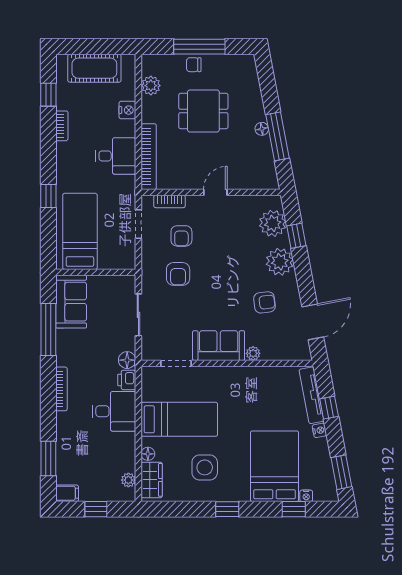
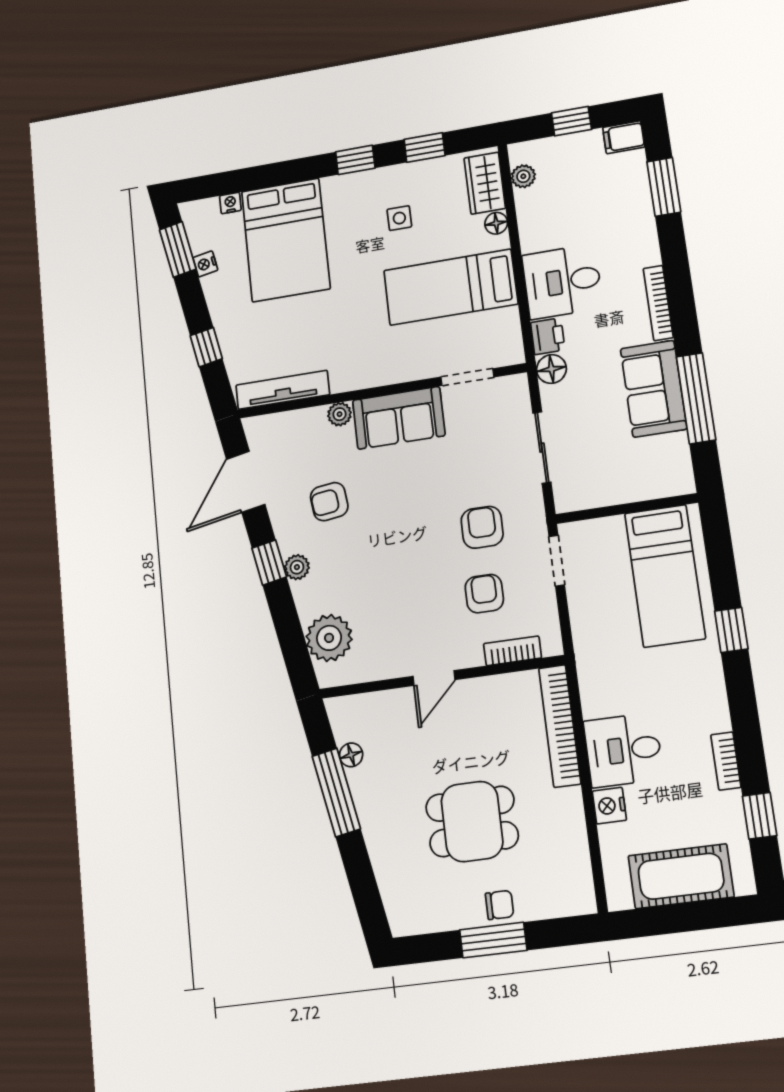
window: (199, 47) -> (493, 940), width x0.69
plant: (151, 86) -> (573, 856), removed
floor lamp: (262, 129) -> (351, 755), moved
desk: (116, 156) -> (623, 750), moved
doorway: (138, 224) -> (557, 561), moved
window: (296, 236) -> (269, 563), moved
plant: (280, 262) -> (297, 567), width x0.53, depth x0.53
sofa: (71, 302) -> (654, 389), moved
tv unit: (311, 395) -> (283, 390), moved, turned -79
nightstand: (319, 430) -> (205, 264), moved
side table: (205, 467) -> (399, 218), width x0.54, depth x0.54
window: (294, 509) -> (425, 147), moved

